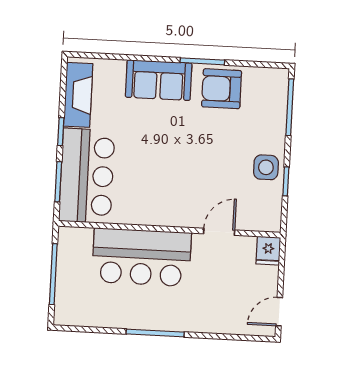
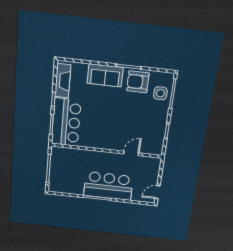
side table: (266, 167) -> (160, 93), moved
fridge: (268, 251) -> (155, 164), removed
bar counter: (142, 257) -> (108, 186), moved, turned 180

